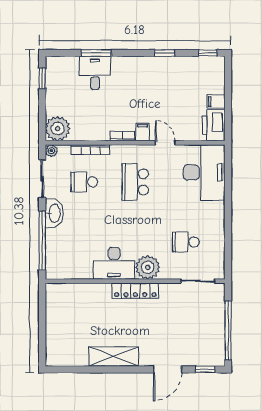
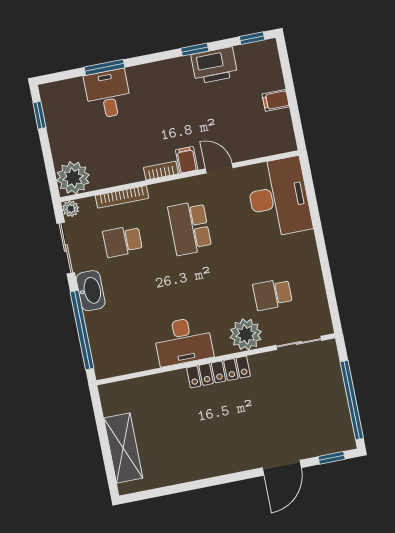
printer: (214, 125) -> (214, 65), moved, turned -90
plant: (148, 267) -> (246, 334), moved
shelving: (114, 356) -> (123, 448), moved, turned 90

